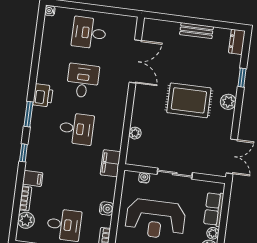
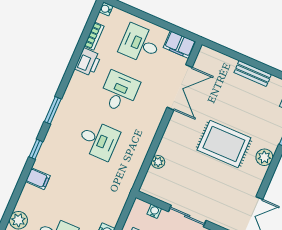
printer: (43, 95) -> (88, 62), moved
filing cabinet: (110, 163) -> (180, 45), moved, turned -90
bookcase: (25, 198) -> (94, 36), moved

